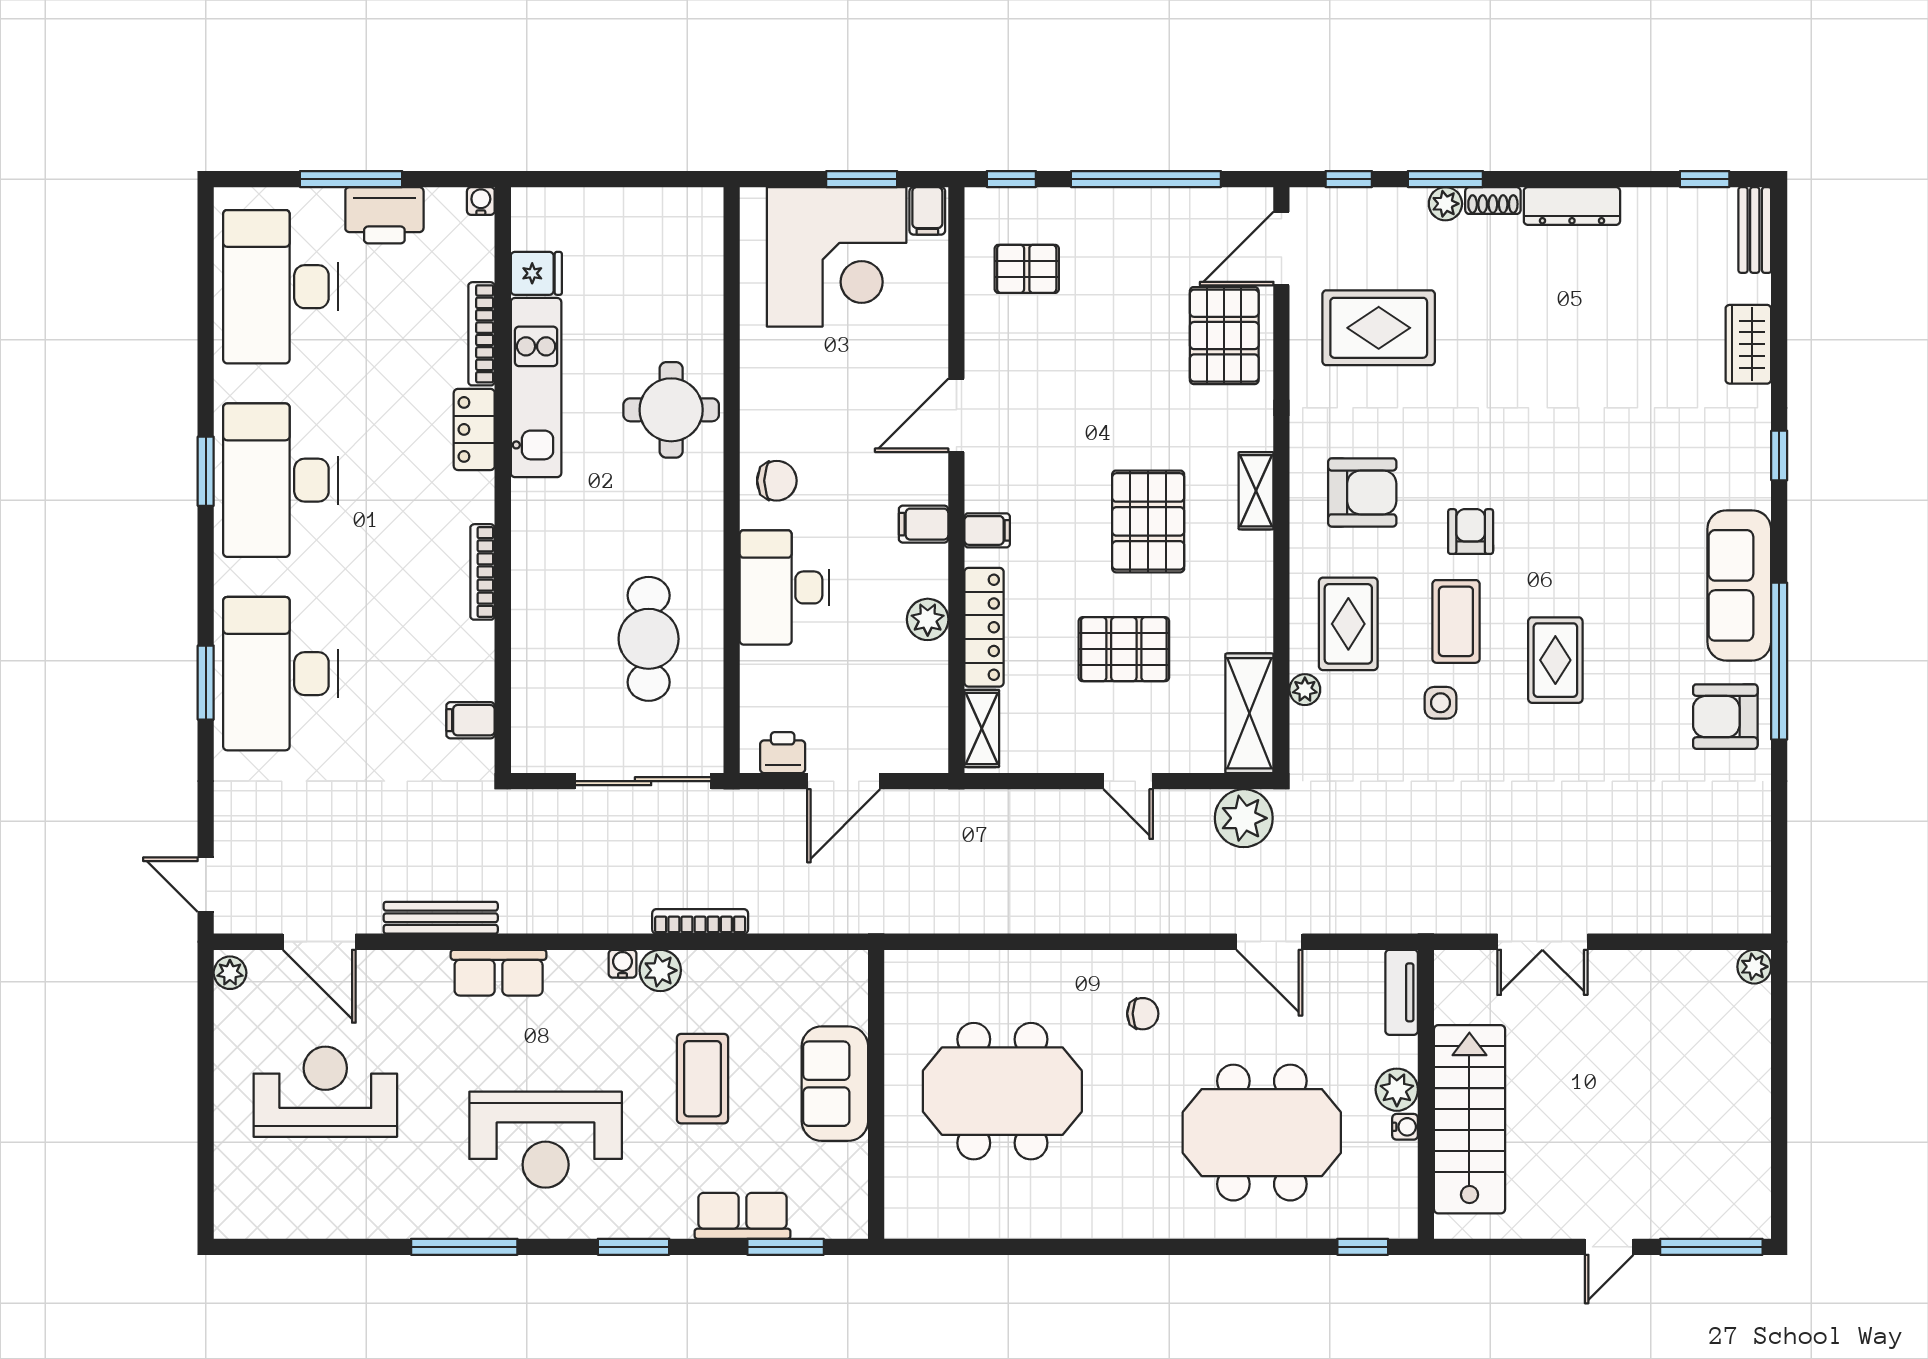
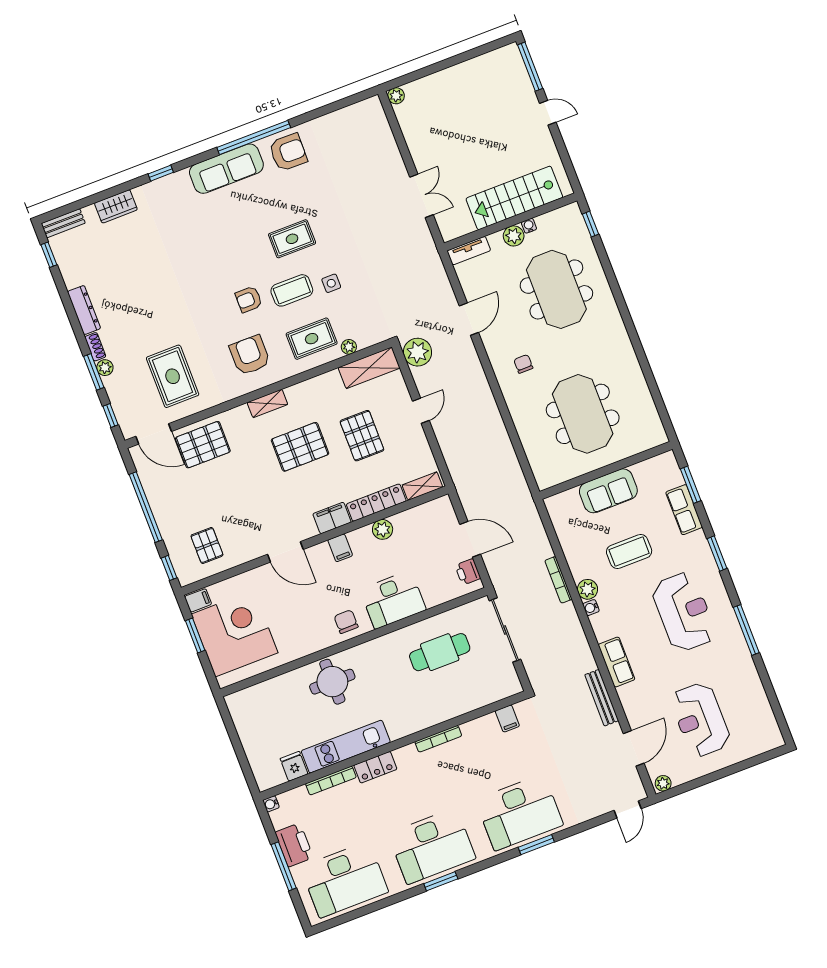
filing cabinet: (987, 530) -> (332, 518), width x2.00
armchair: (1725, 717) -> (288, 152), turned -89

